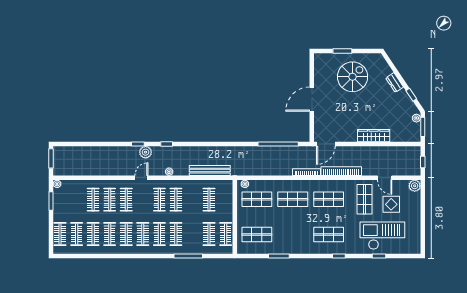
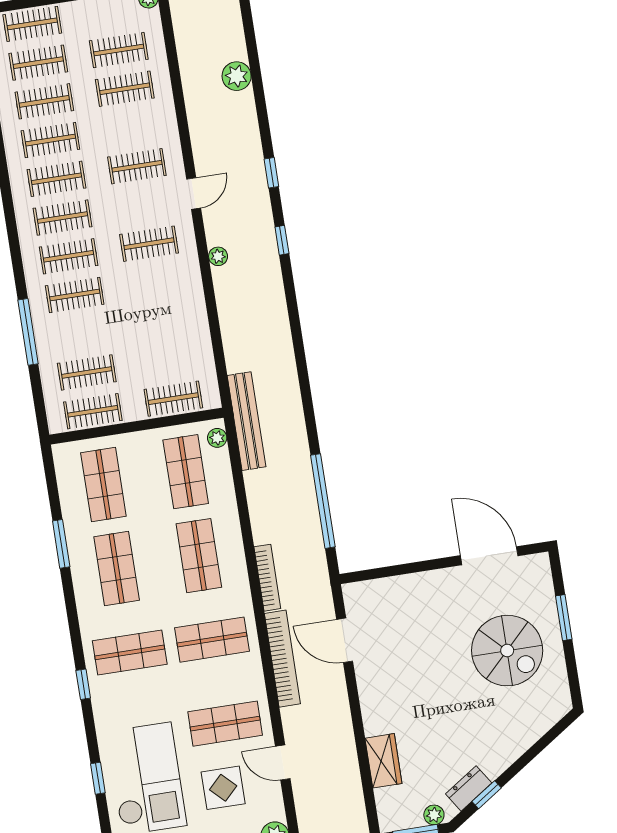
dresser: (395, 83) -> (469, 788), moved
door: (312, 99) -> (489, 556), moved
wardrobe: (374, 136) -> (383, 761), moved, width x0.67
door: (326, 144) -> (345, 640), moved
plant: (146, 152) -> (237, 76), moved
bench: (210, 171) -> (246, 421), moved
door: (141, 178) -> (194, 194), hinge flipped
door: (385, 178) -> (283, 763), hinge flipped
shop shelf: (329, 199) -> (212, 640), turned 90
clothes rail: (110, 200) -> (119, 50), moved
clothes rail: (176, 200) -> (155, 282), removed
clothes rail: (209, 200) -> (173, 399), moved
shop shelf: (293, 234) -> (117, 569), added
shop shelf: (329, 234) -> (130, 652), turned 90

